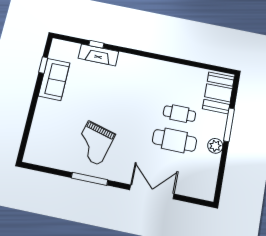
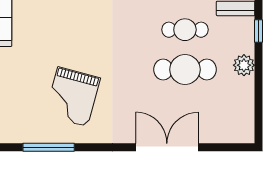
window: (229, 125) -> (259, 31), width x0.46
window: (89, 179) -> (49, 147), moved

